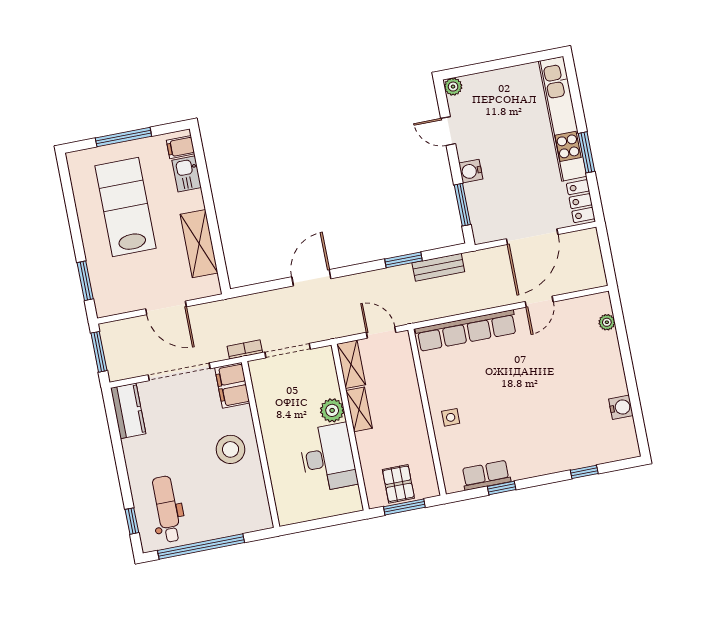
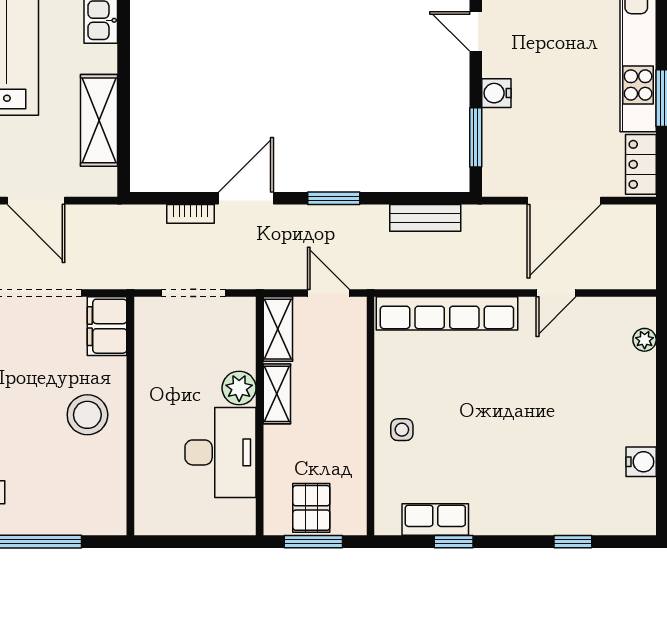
window: (404, 260) -> (334, 198), moved
bookcase: (245, 349) -> (191, 214), moved, turned 180

